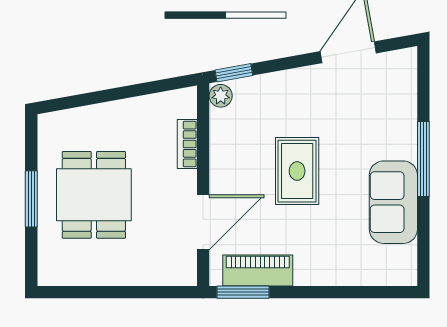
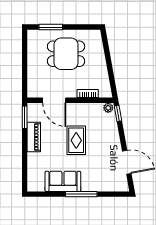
rug: (297, 171) -> (76, 140), turned 90
window: (31, 199) -> (51, 27), moved
piano: (258, 270) -> (34, 137), moved

